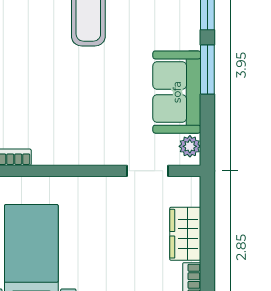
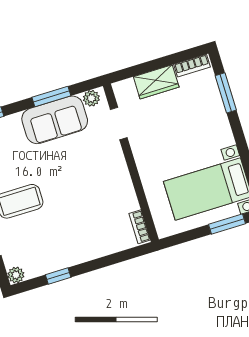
window: (207, 69) -> (51, 96), moved

